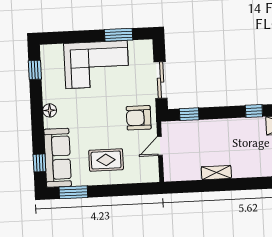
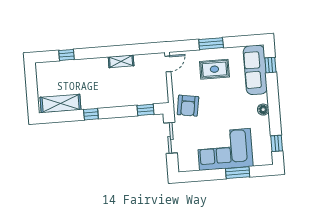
window: (119, 35) -> (238, 173), moved
armchair: (139, 118) -> (188, 106), turned 99
door: (160, 146) -> (168, 64), moved
window: (73, 192) -> (211, 44), moved

